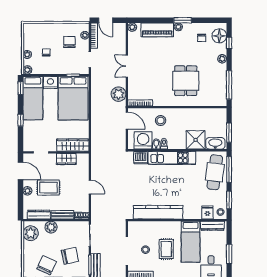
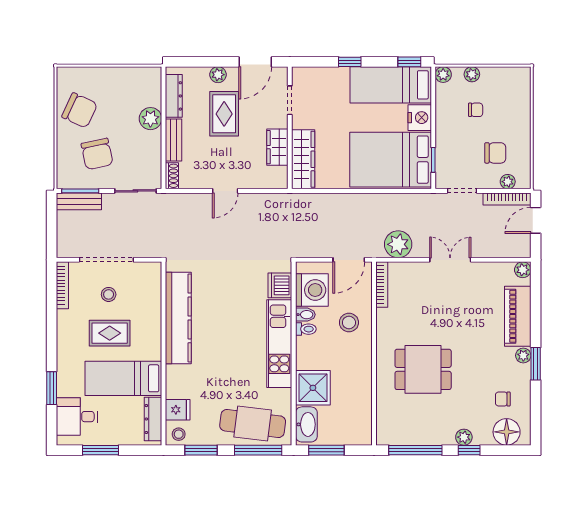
window: (229, 43) -> (469, 450), moved
plant: (31, 233) -> (139, 81), removed

